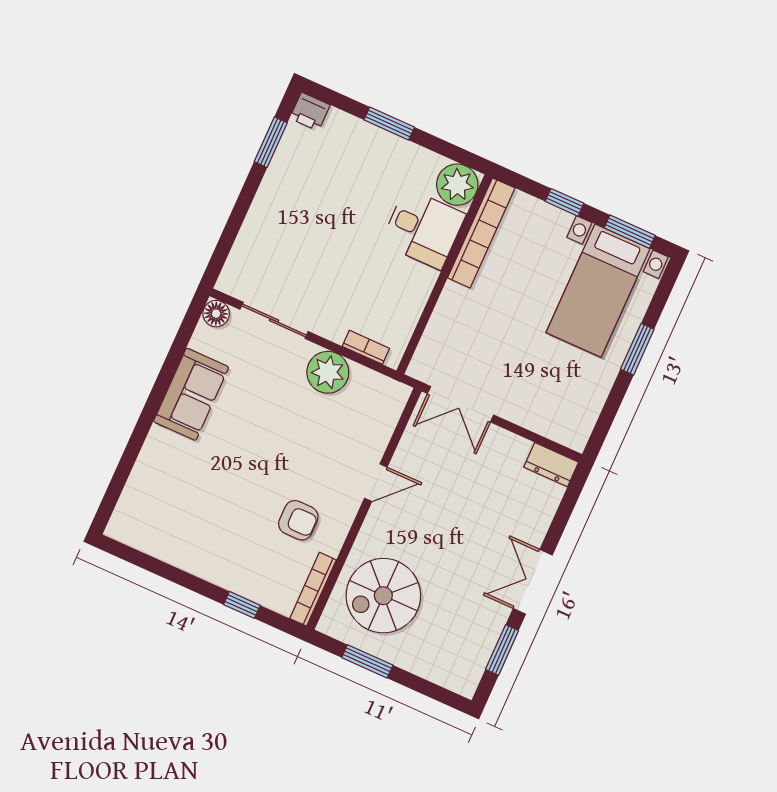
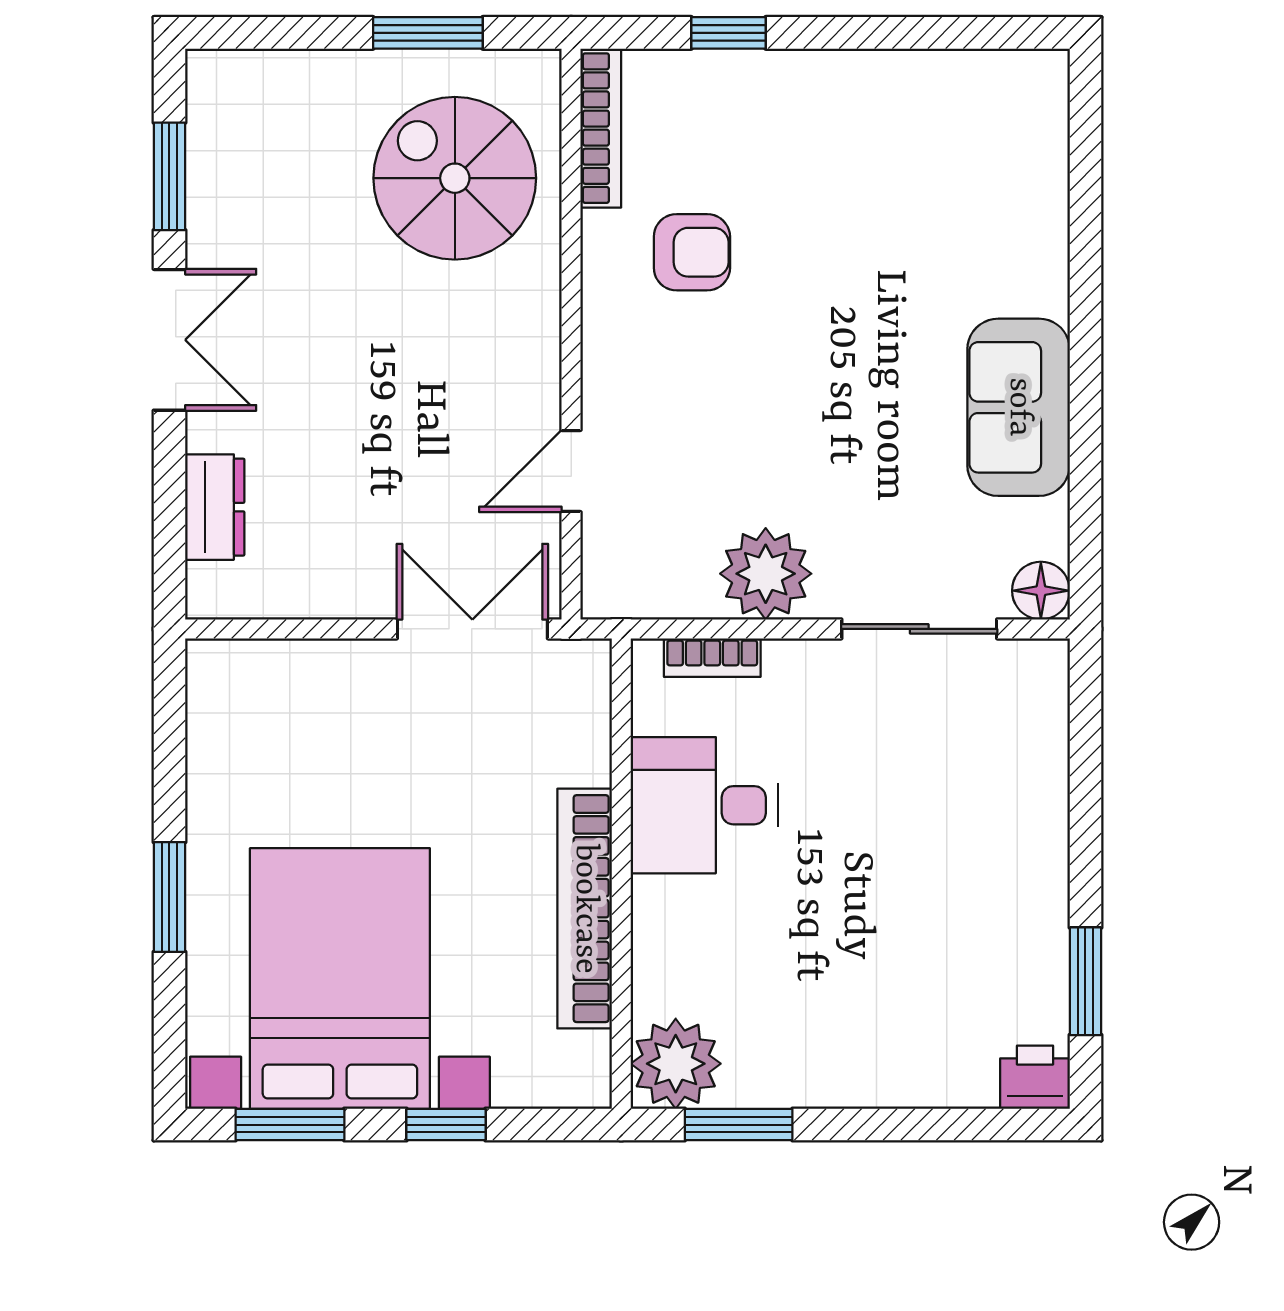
window: (389, 124) -> (739, 1125), moved
desk: (423, 229) -> (704, 805), moved
bookcase: (481, 233) -> (585, 909), moved
bed with nightstands: (598, 291) -> (340, 979), width x1.36
dresser: (551, 465) -> (215, 507), moved, turned 90
door: (376, 483) -> (571, 471), moved
armchair: (298, 520) -> (692, 252), turned 180
spiral stairs: (383, 596) -> (455, 178), turned -90

